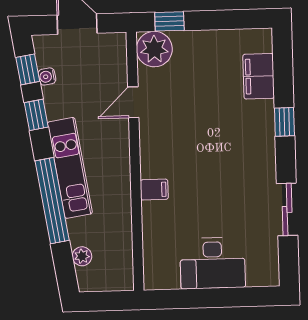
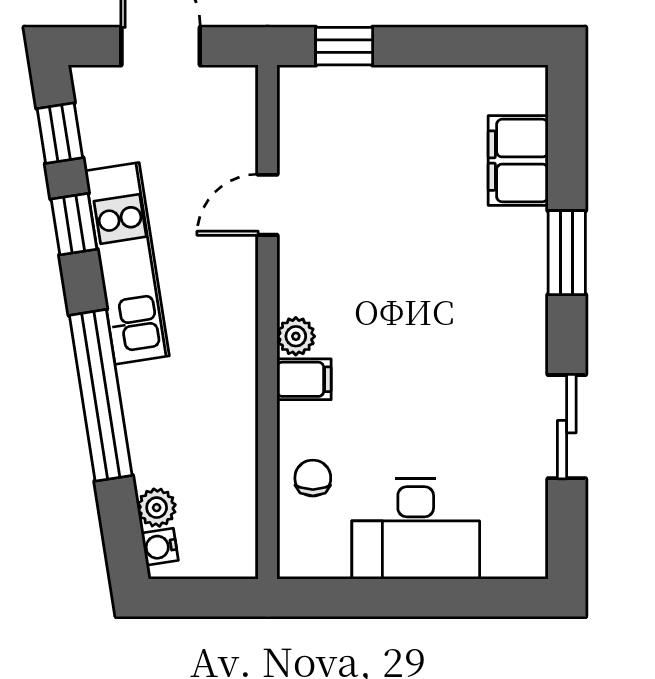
plant: (154, 49) -> (296, 336), moved, width x0.53, depth x0.53
water cooler: (47, 76) -> (160, 547), moved
window: (284, 122) -> (567, 253), width x1.50
kitchen unit: (70, 168) -> (127, 263), moved
chair: (160, 239) -> (313, 478), added

